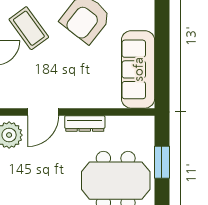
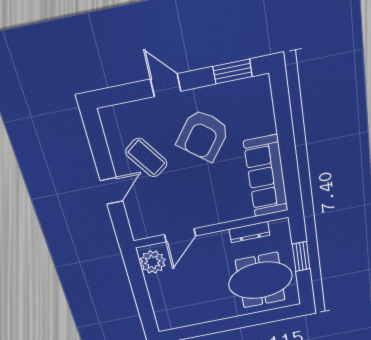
dresser: (85, 123) -> (249, 232), moved

